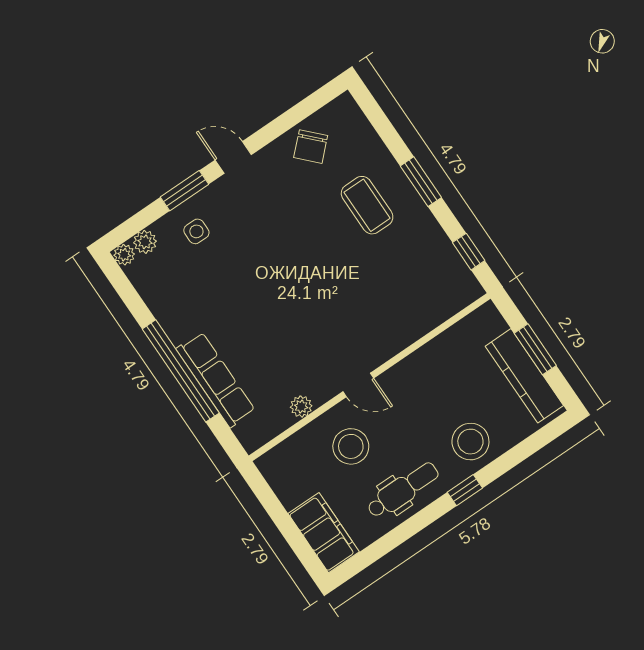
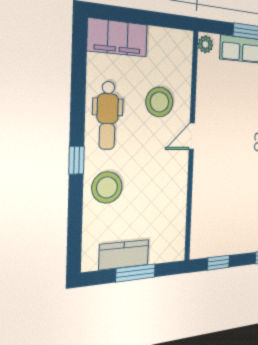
kitchen counter: (524, 376) -> (124, 255), width x0.67
plant: (301, 406) -> (205, 44), moved

